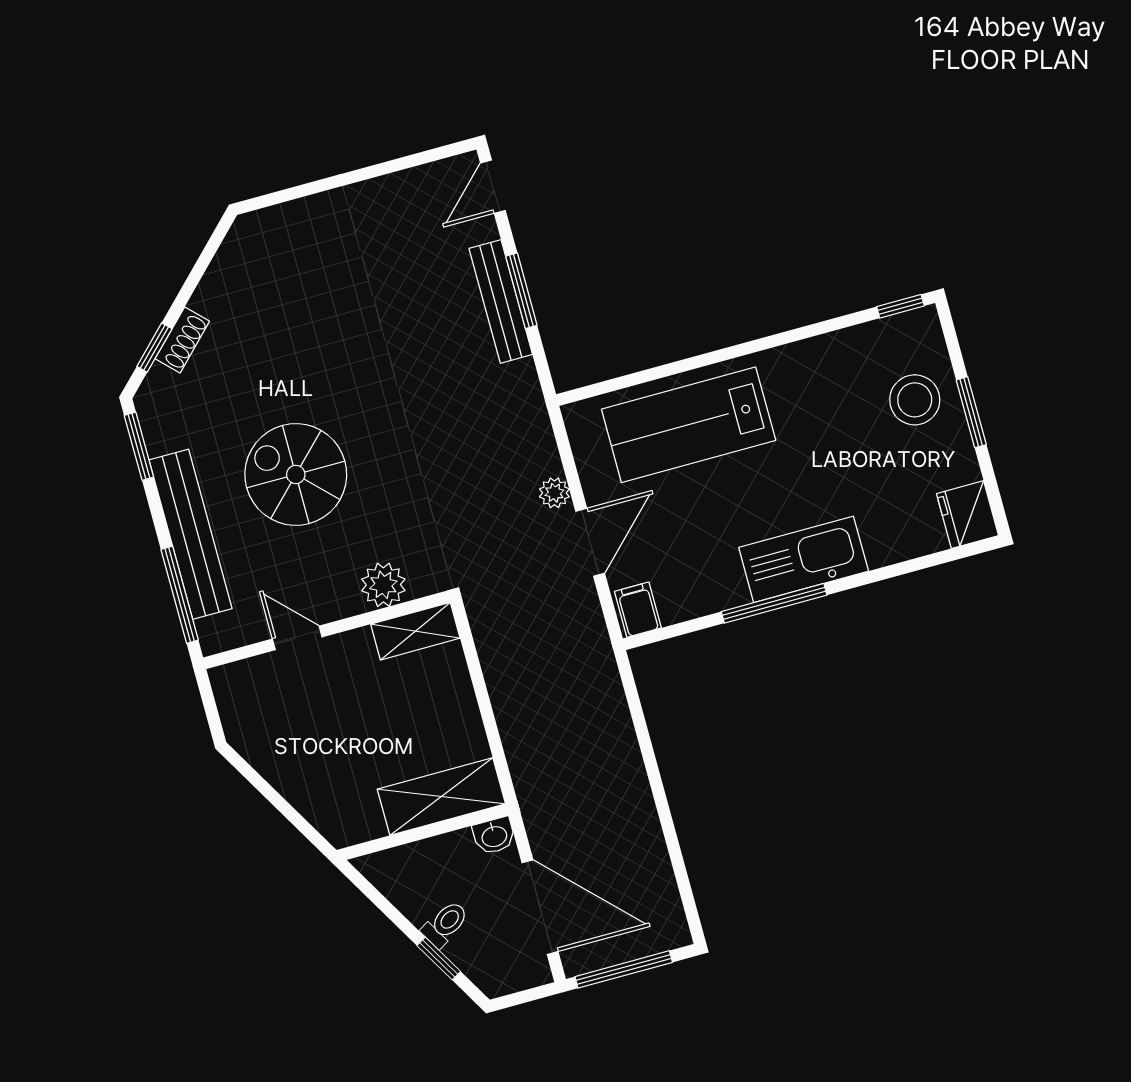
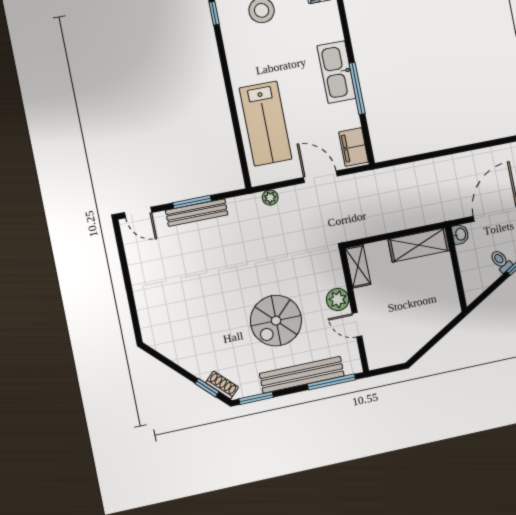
shoe rack: (182, 340) -> (222, 385), moved
plant: (554, 493) -> (270, 197), moved
plant: (383, 585) -> (338, 299), moved
filing cabinet: (638, 610) -> (354, 147), width x2.00
door: (297, 638) -> (357, 325), hinge flipped
shelving: (441, 797) -> (419, 245), moved, turned 90

